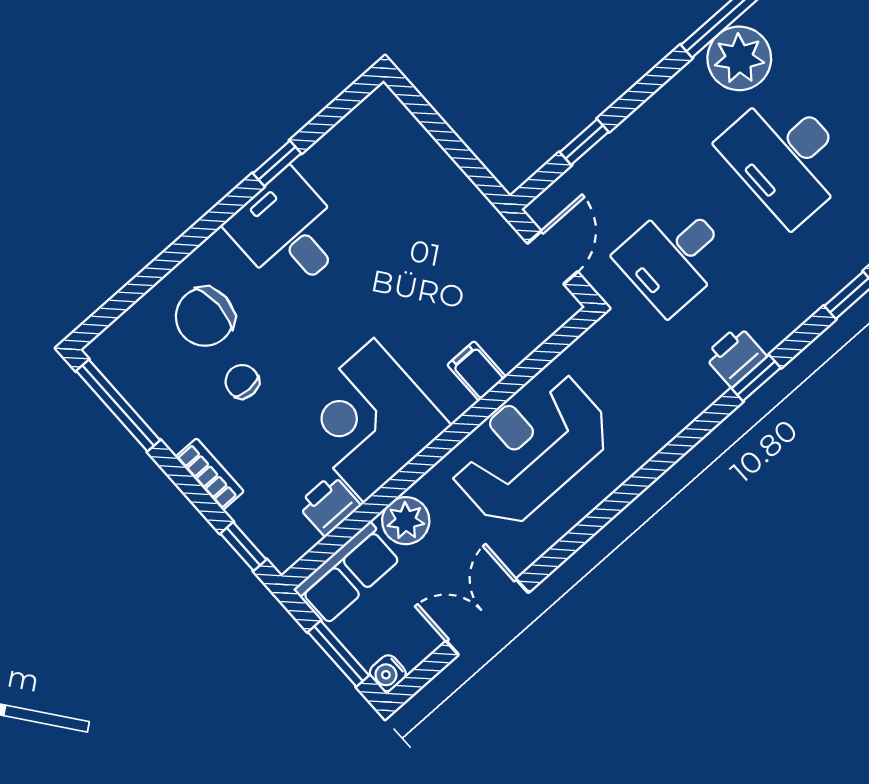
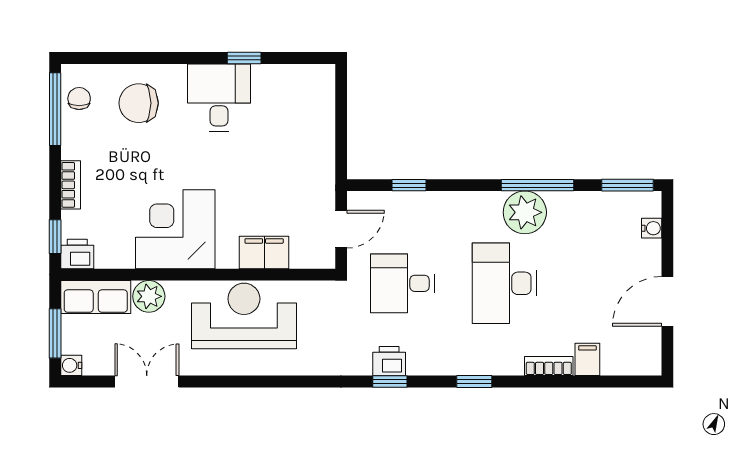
filing cabinet: (477, 371) -> (264, 252), width x2.00
chair: (242, 382) -> (79, 99), moved
printer: (329, 505) -> (77, 254), moved

